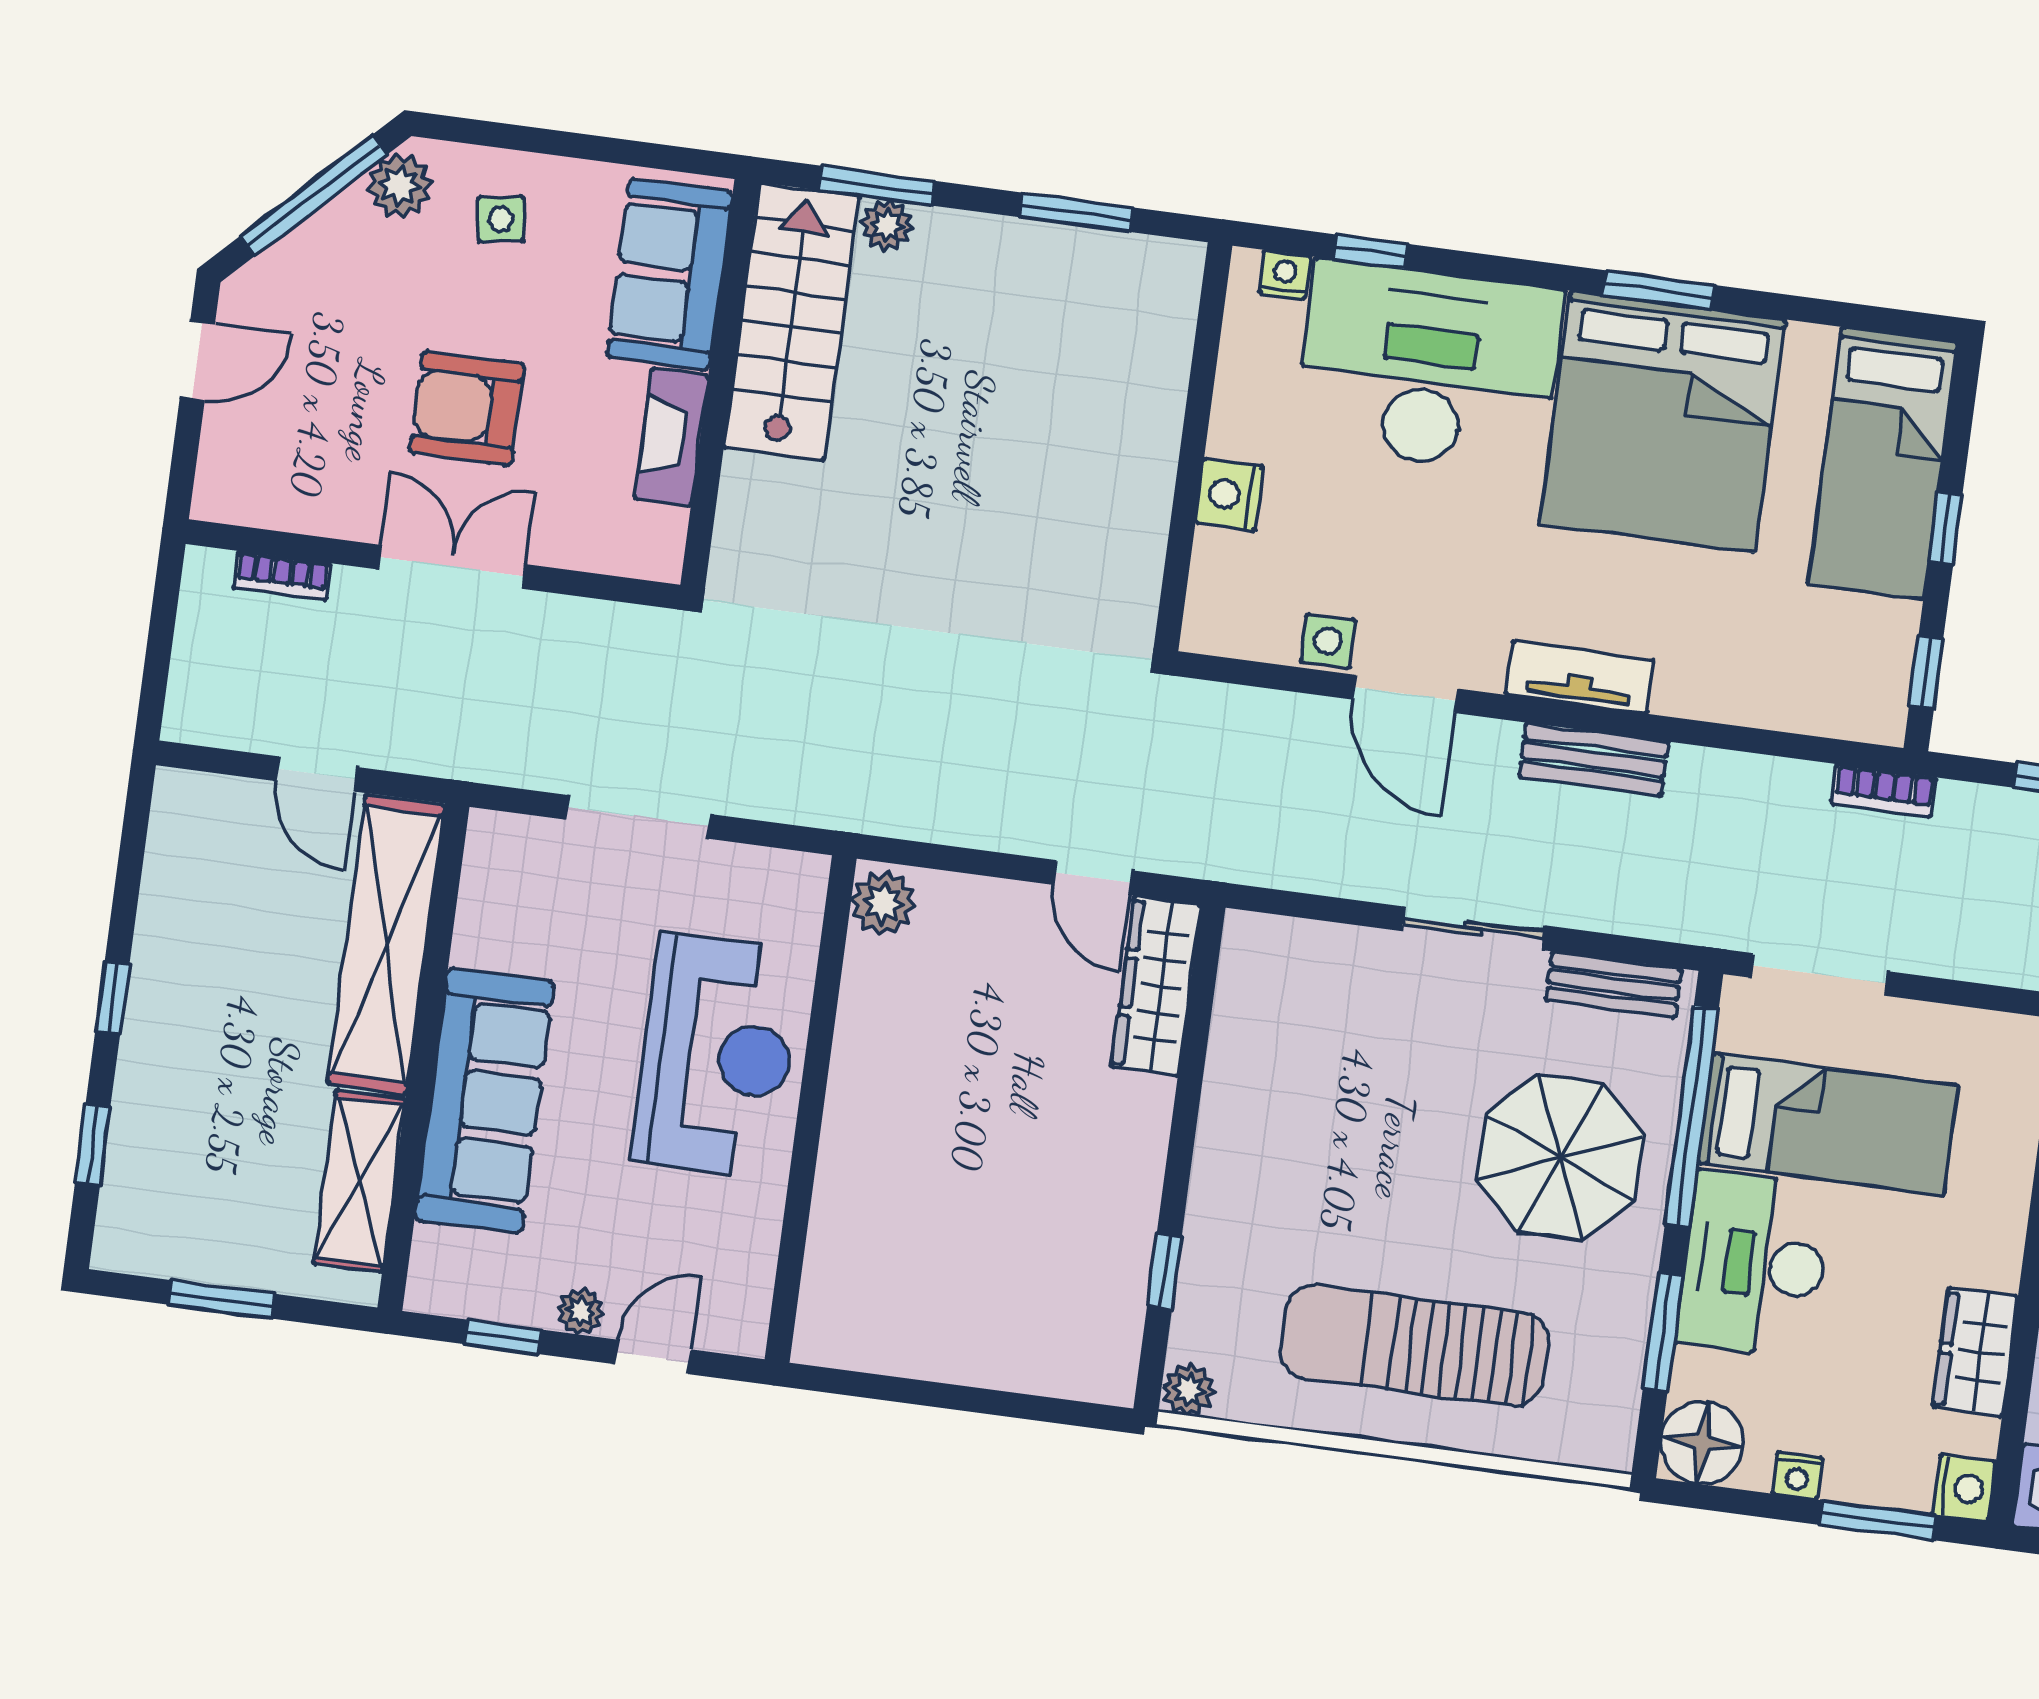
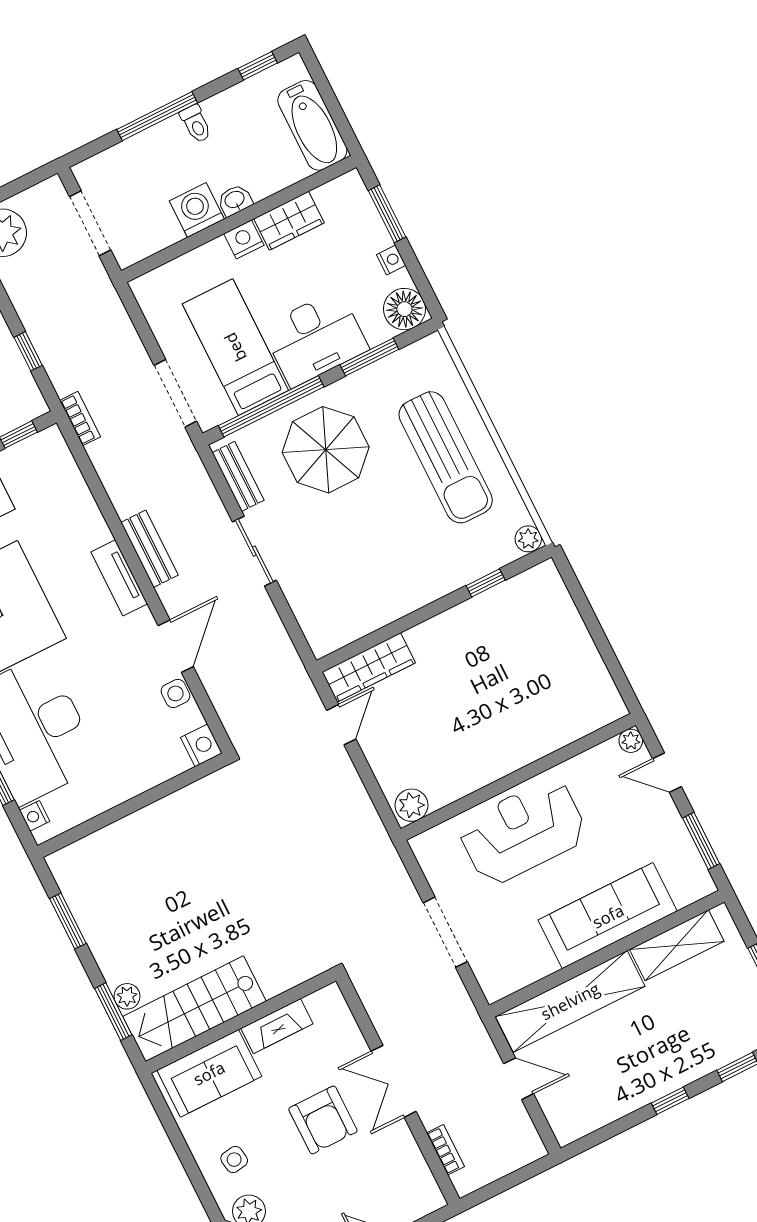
nightstand: (1229, 495) -> (201, 745), moved, turned -90
door: (317, 774) -> (519, 1079), hinge flipped
plant: (581, 1311) -> (631, 741), moved
window: (503, 1337) -> (701, 841), width x1.50
nightstand: (1964, 1488) -> (244, 239), moved

